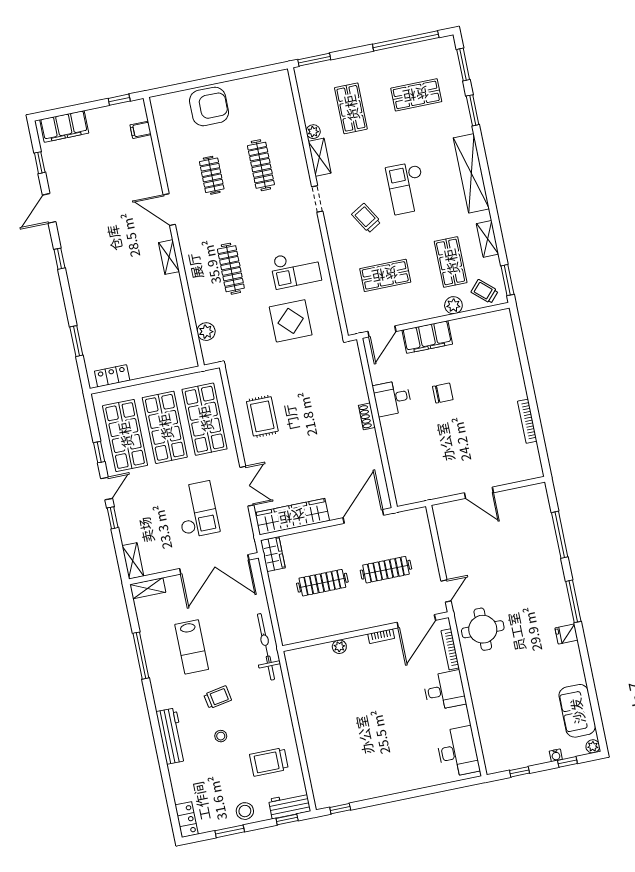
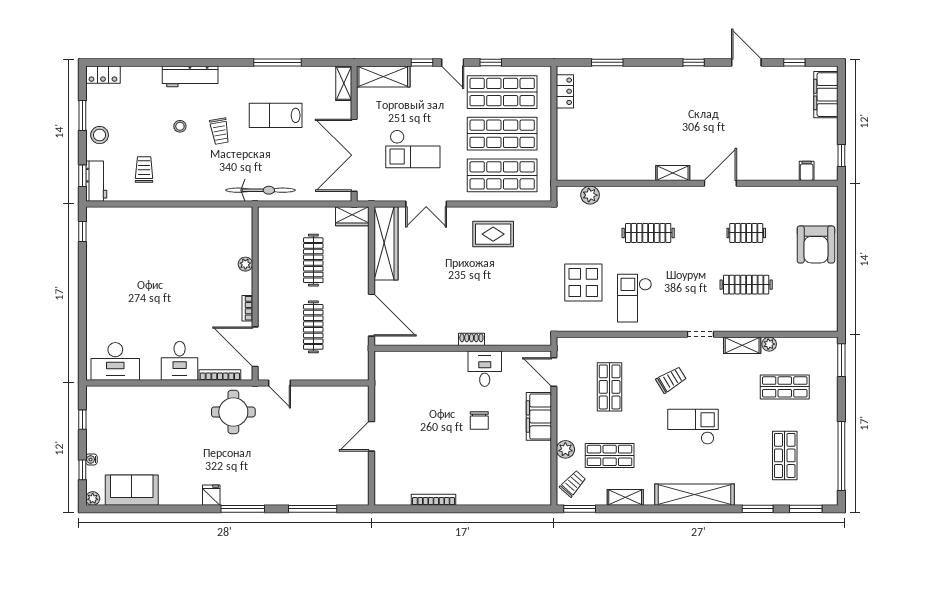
shelving: (133, 561) -> (383, 77), width x1.50, depth x1.33
trolley: (269, 762) -> (144, 169), width x0.73, depth x0.72

